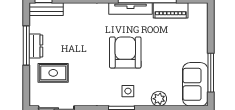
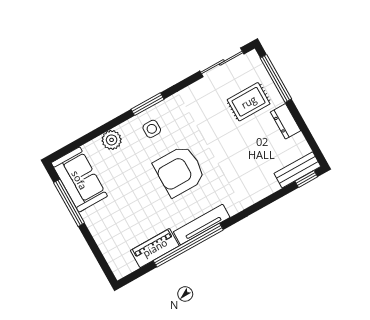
window: (26, 46) -> (276, 78), moved
armchair: (125, 53) -> (179, 171), turned 90

